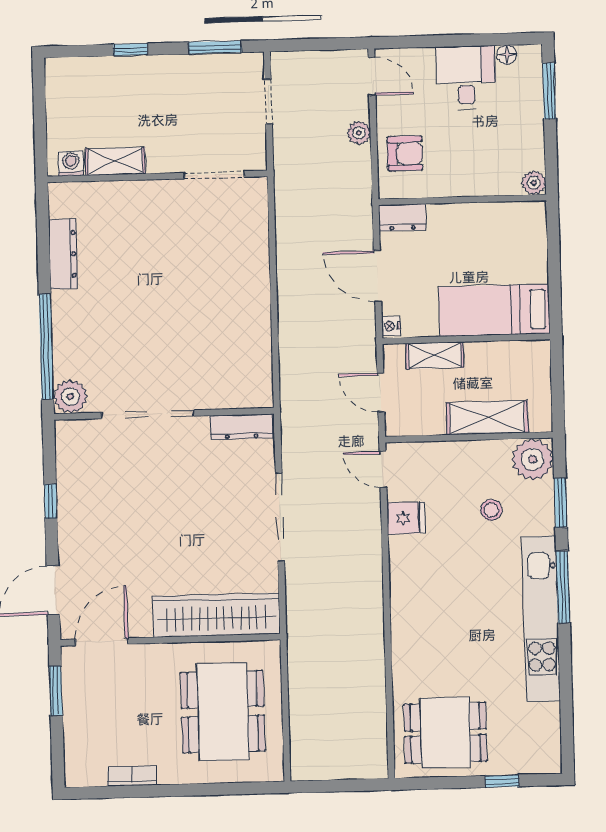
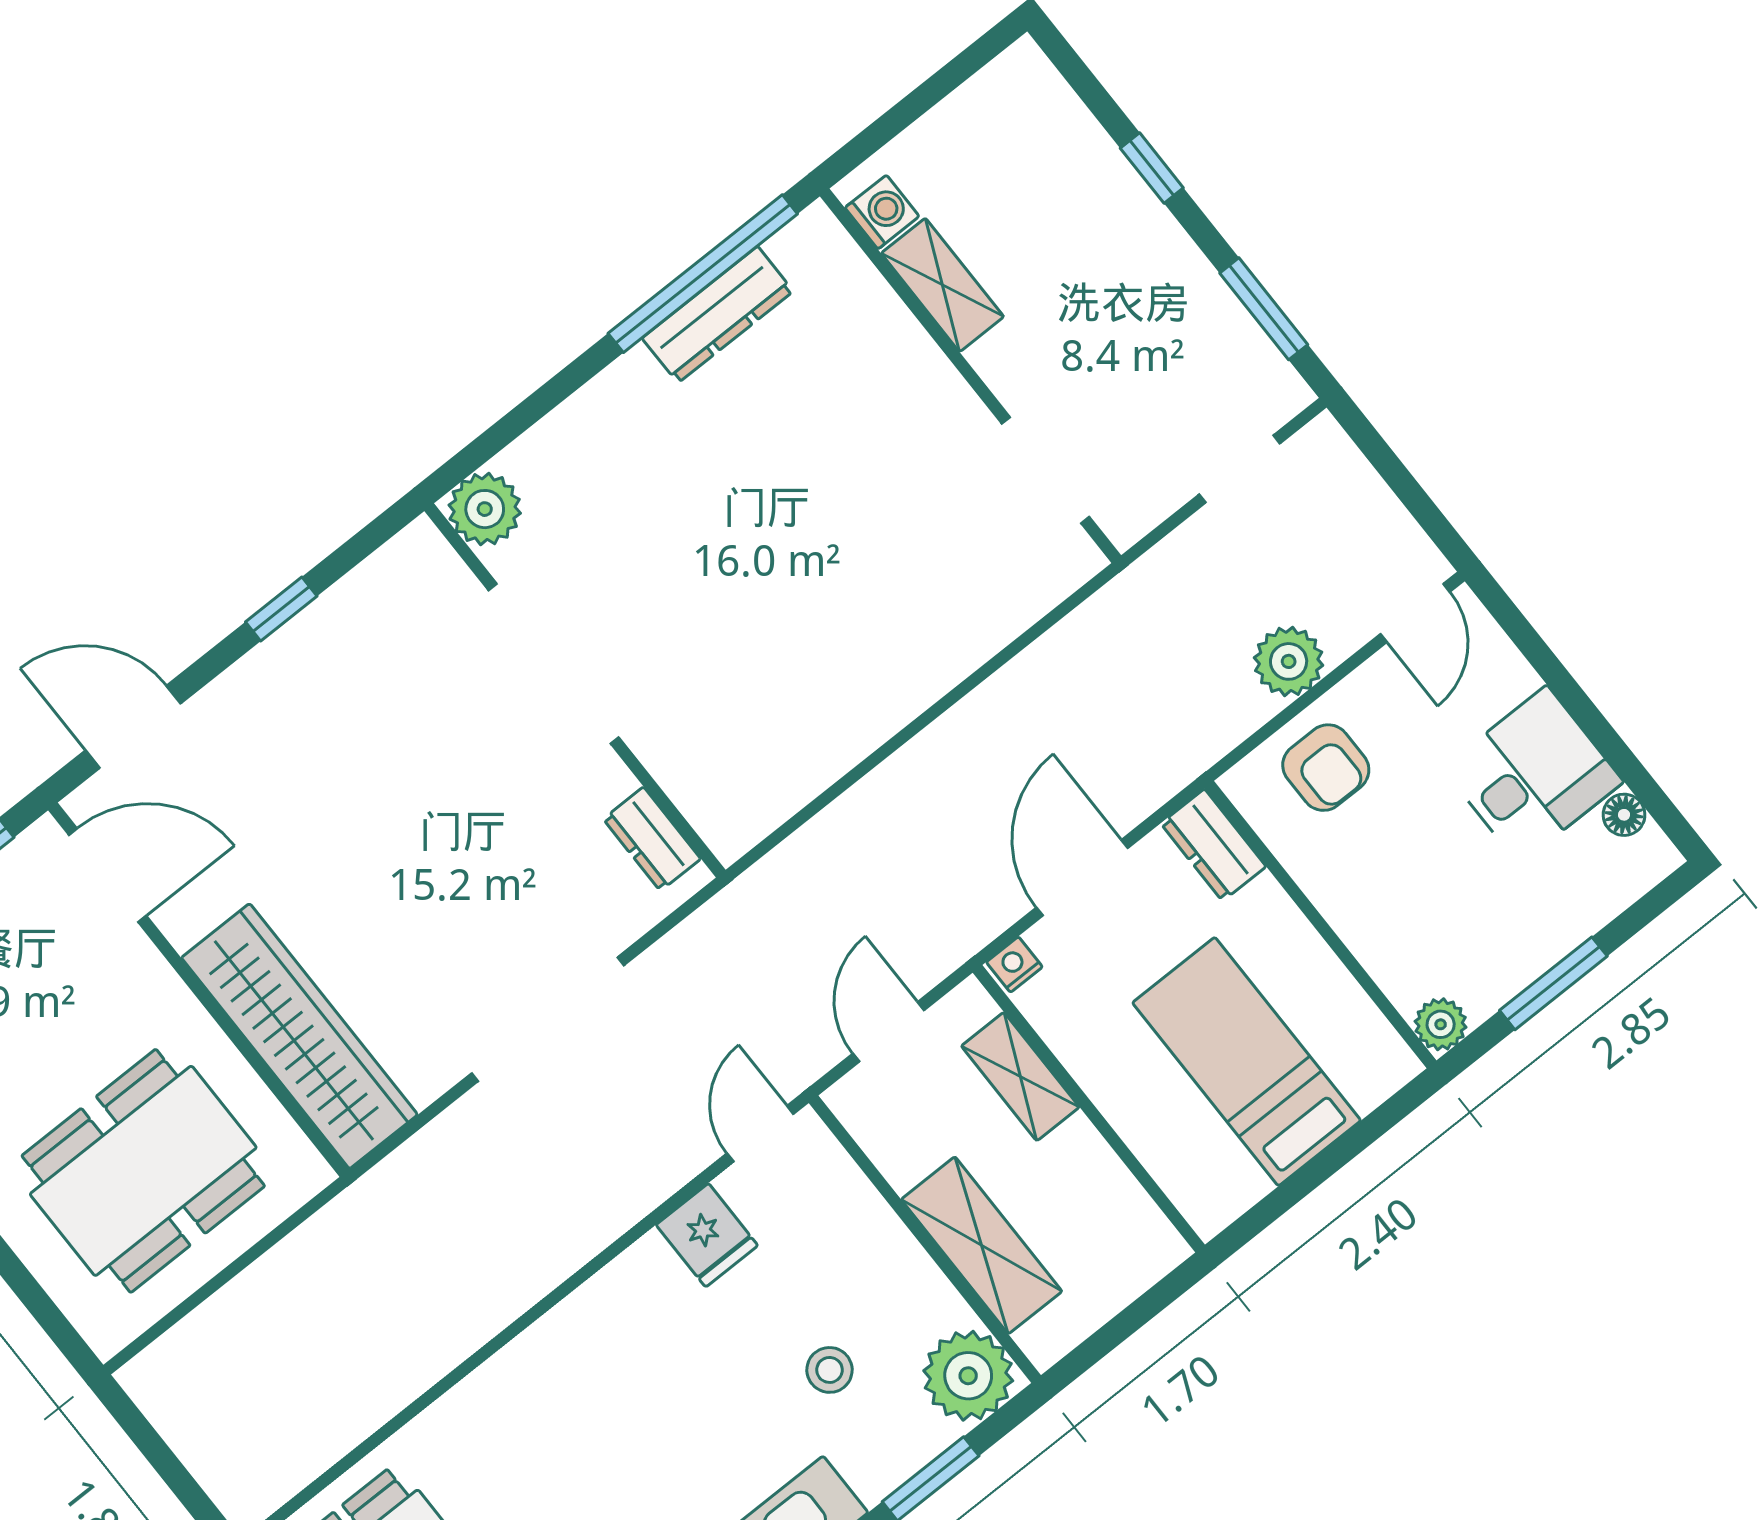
window: (549, 91) -> (1553, 983), moved
plant: (359, 133) -> (1289, 661), width x1.38, depth x1.38
bed: (494, 310) -> (1247, 1062), moved
window: (46, 347) -> (703, 274), moved
dresser: (242, 427) -> (652, 839), width x0.70

